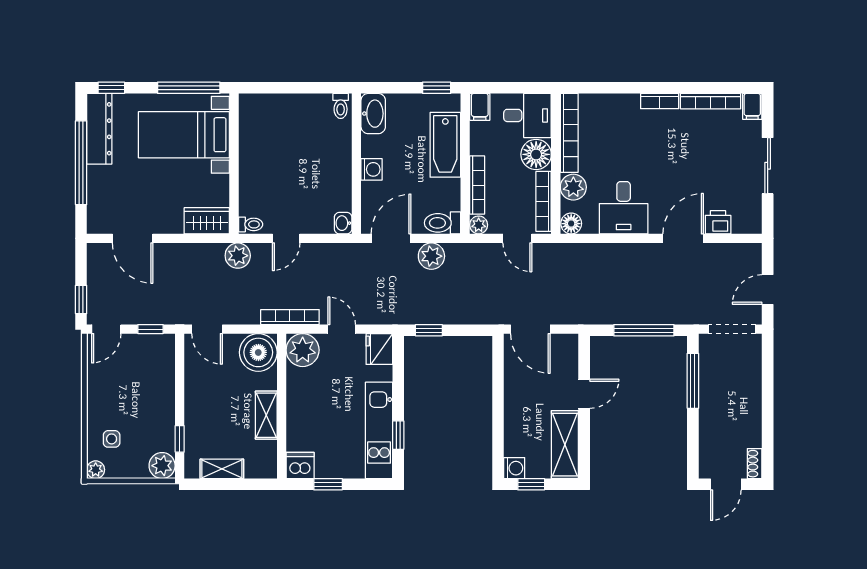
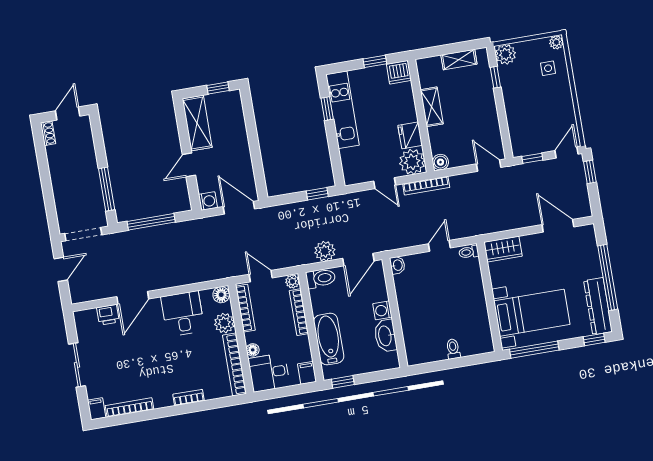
bookcase: (660, 101) -> (189, 397), moved
toilet: (341, 106) -> (453, 349), moved
washbasin: (373, 114) -> (385, 336), moved
floor lamp: (536, 154) -> (253, 350), width x0.53, depth x0.53
plant: (238, 256) -> (475, 226), removed
fridge: (379, 349) -> (410, 135), moved, turned 180
boiler: (258, 352) -> (440, 162), width x0.54, depth x0.54
washing machine: (514, 468) -> (208, 201), moved, turned 180

